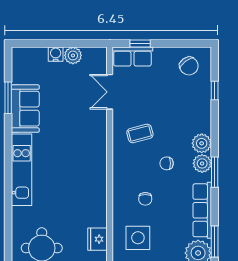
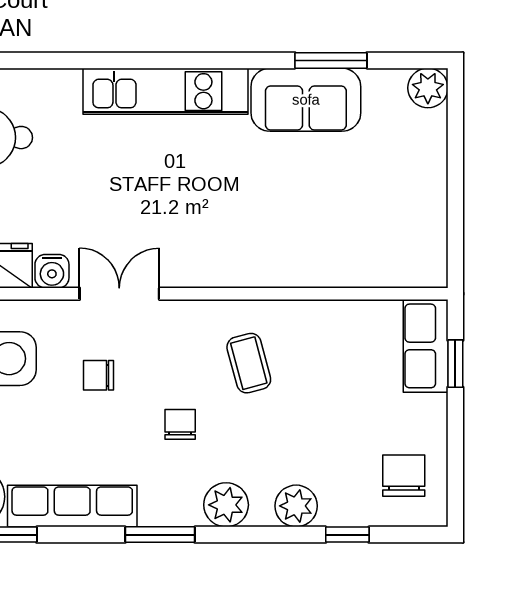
water cooler: (56, 54) -> (52, 271), moved, turned 90
plant: (73, 55) -> (428, 88), moved
chair: (189, 66) -> (404, 476), turned 128
double door: (110, 92) -> (119, 294), moved
plant: (202, 163) -> (296, 506), moved

